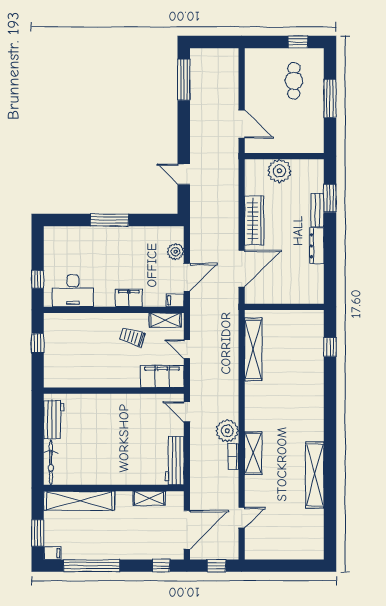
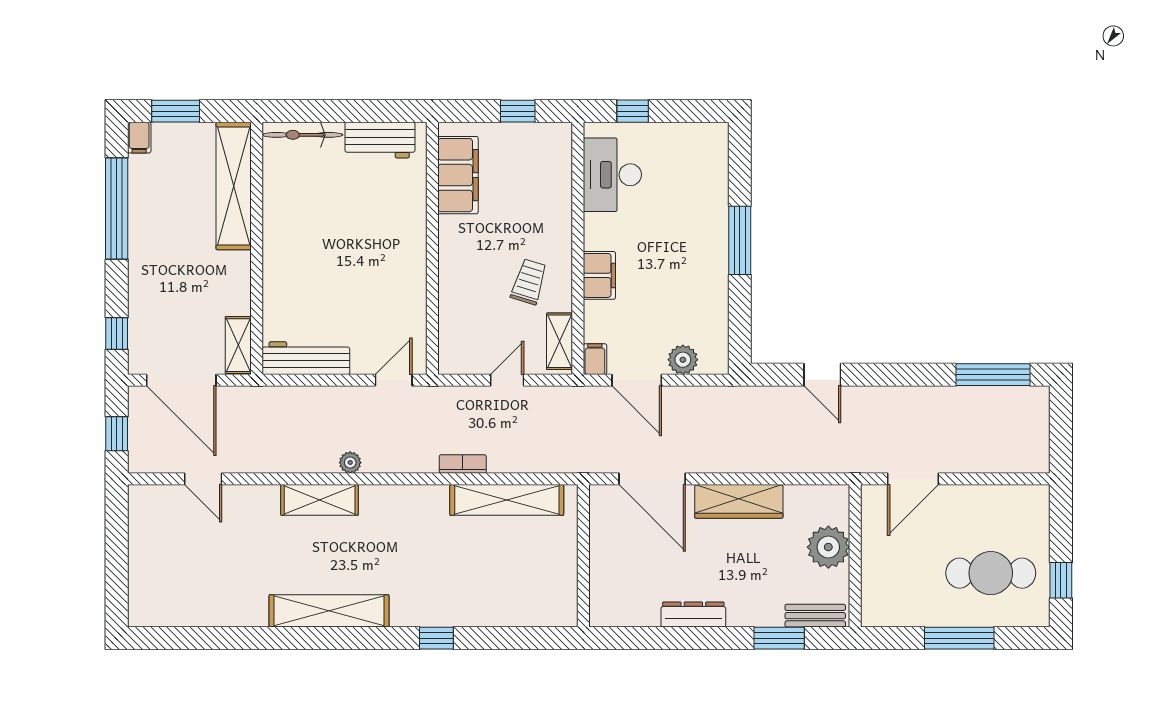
cafe table: (294, 81) -> (991, 573), width x1.37, depth x1.35
door: (184, 174) -> (822, 375), swing flipped
bench: (317, 210) -> (815, 616), moved
window: (330, 347) -> (436, 638), moved
filing cabinet: (162, 376) -> (458, 175), moved
plant: (227, 431) -> (350, 463), width x0.53, depth x0.53
bookcase: (233, 456) -> (463, 464), moved
shelving: (315, 475) -> (329, 611), moved
shelving: (149, 498) -> (238, 345), moved

